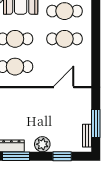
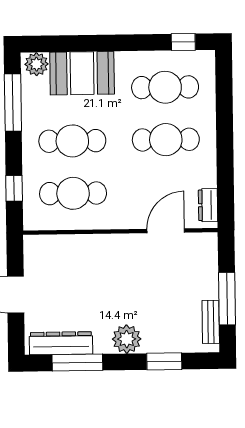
dresser: (86, 74) -> (208, 205), added

